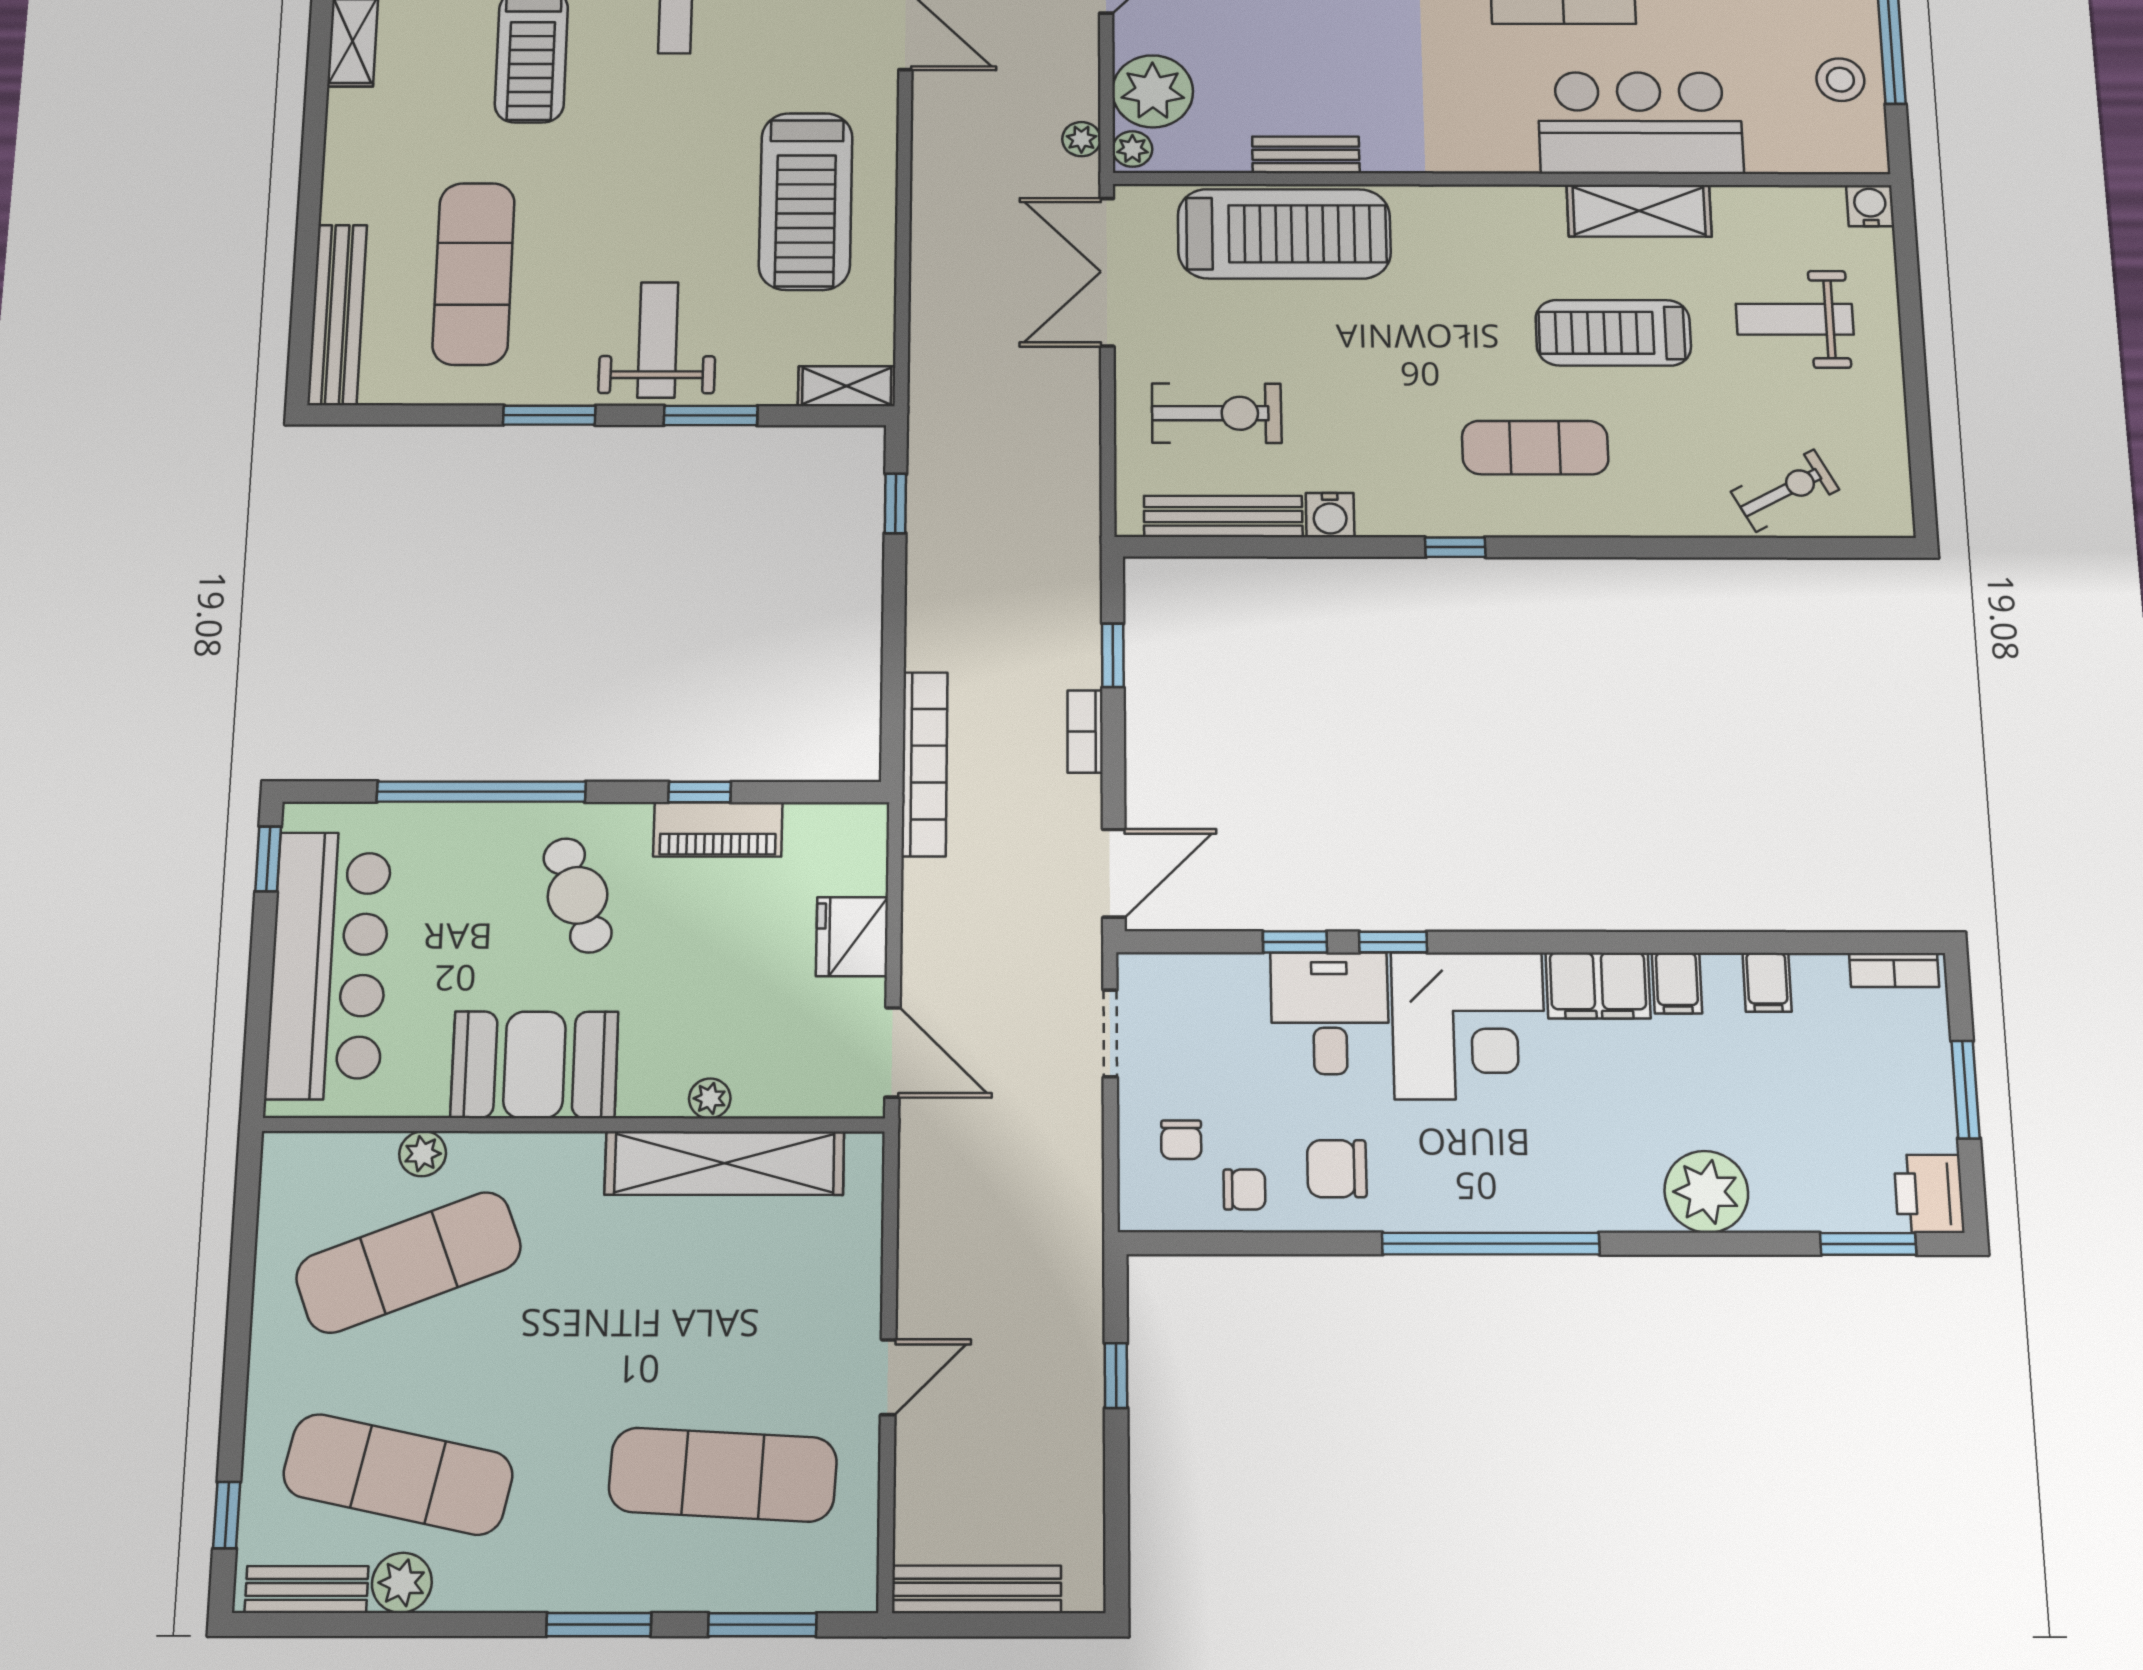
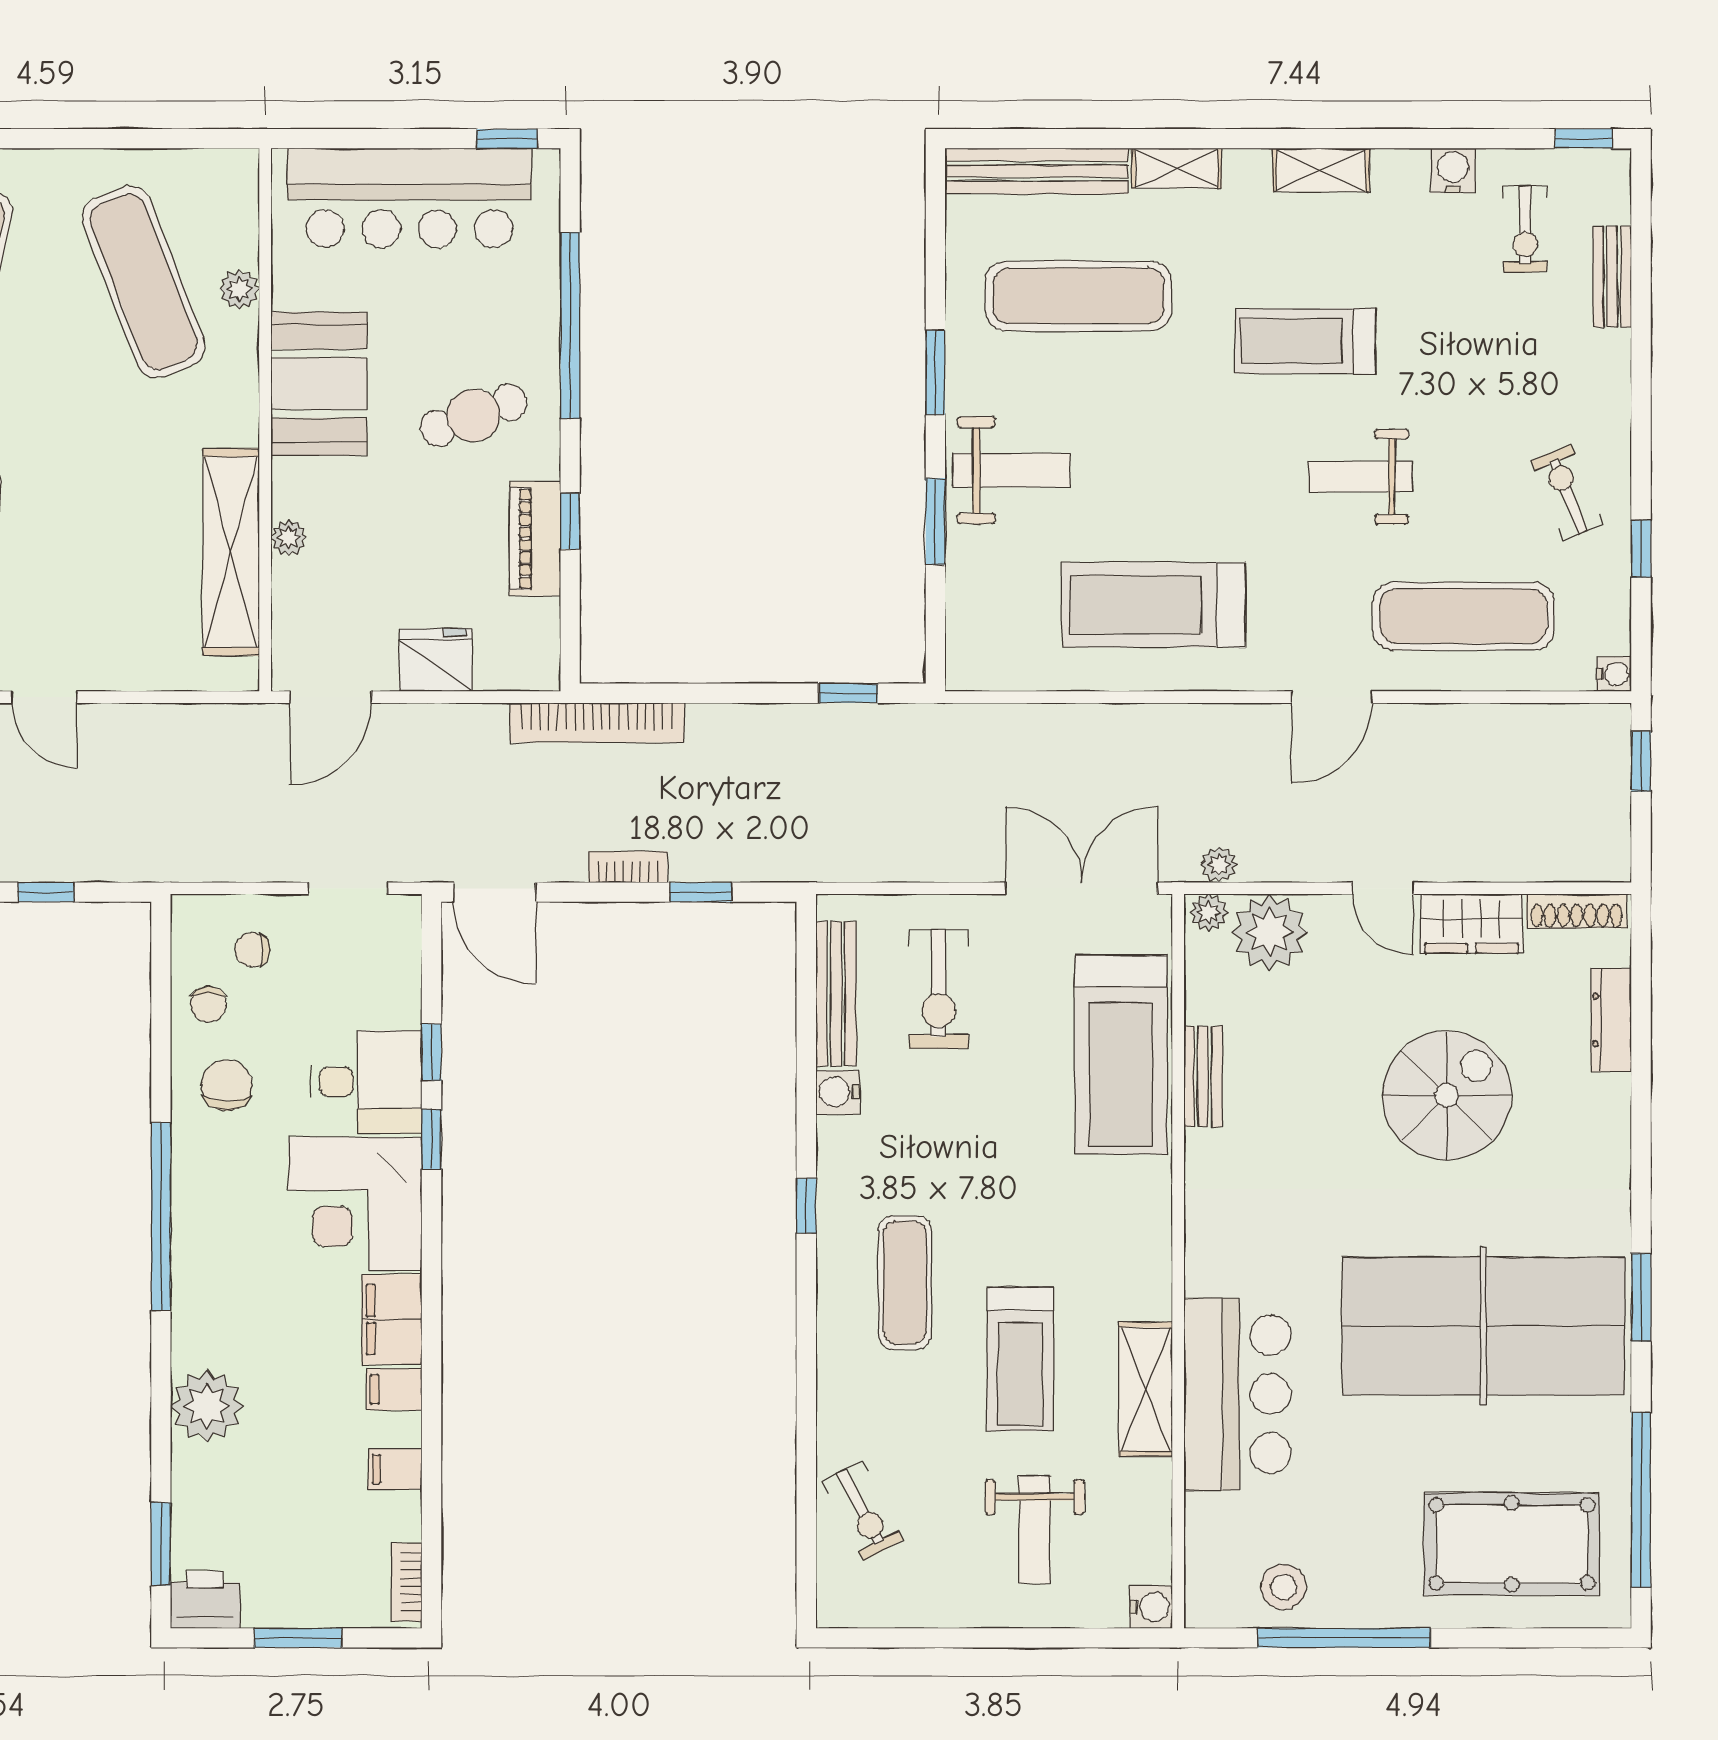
weight bench: (1795, 319) -> (1035, 1529), turned 180
treadmill: (1613, 333) -> (1020, 1359), turned 180
shelving: (847, 386) -> (1177, 168), moved, turned 90

